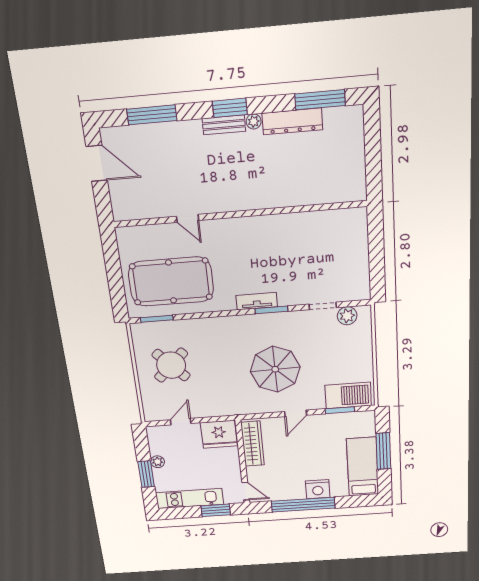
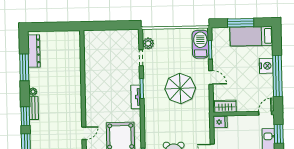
window: (320, 100) -> (24, 67), moved
window: (230, 108) -> (25, 116), moved
dresser: (292, 121) -> (34, 51), moved
fridge: (219, 434) -> (220, 122), width x0.53, depth x0.75
wardrobe: (253, 444) -> (225, 106), width x0.67

